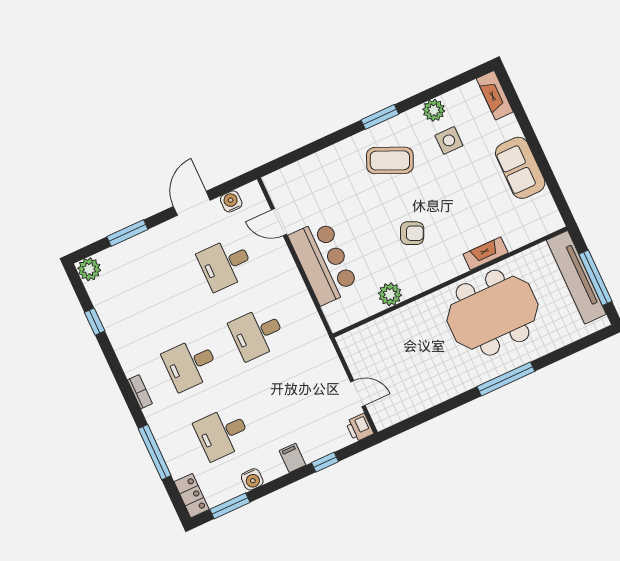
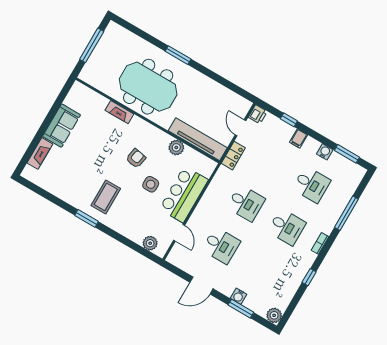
fireplace: (495, 95) -> (40, 153), moved
plant: (434, 110) -> (150, 243), moved
side table: (449, 140) -> (151, 184), moved
coffee table: (390, 160) -> (106, 197), turned 66
water cooler: (231, 201) -> (239, 296), moved
armchair: (412, 233) -> (136, 158), turned 76
tv unit: (576, 277) -> (198, 139), moved, turned -90
window: (95, 322) -> (309, 277), moved
window: (506, 379) -> (178, 55), width x0.69
locker: (192, 496) -> (233, 156), moved, turned 180

